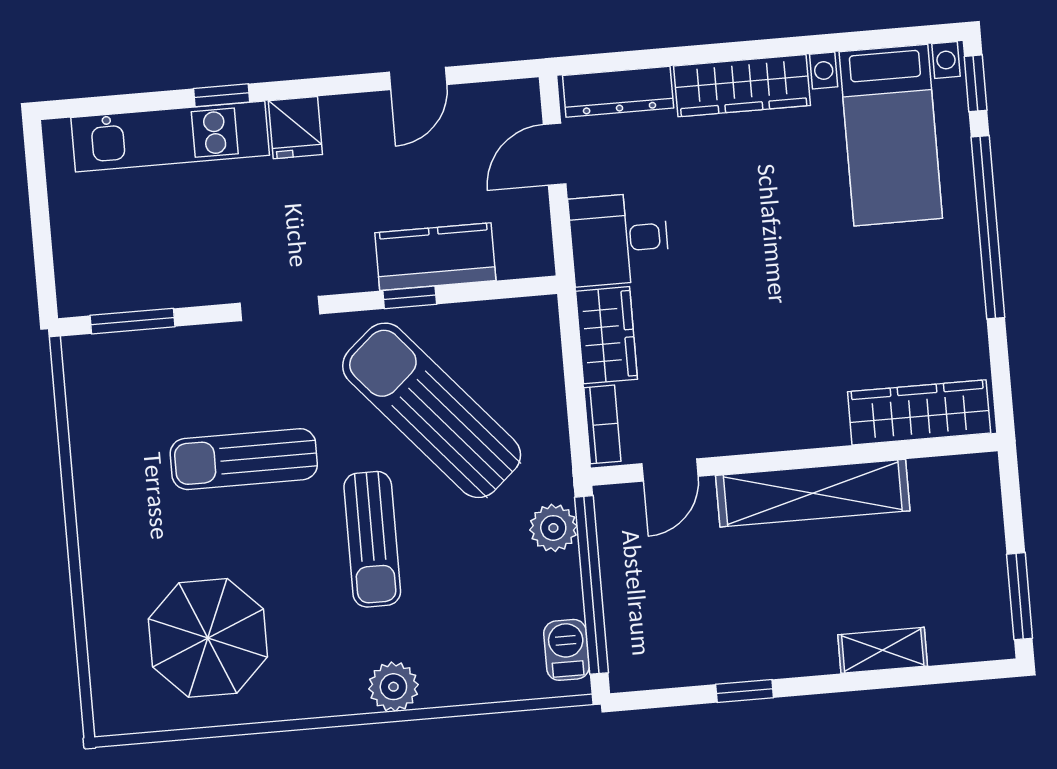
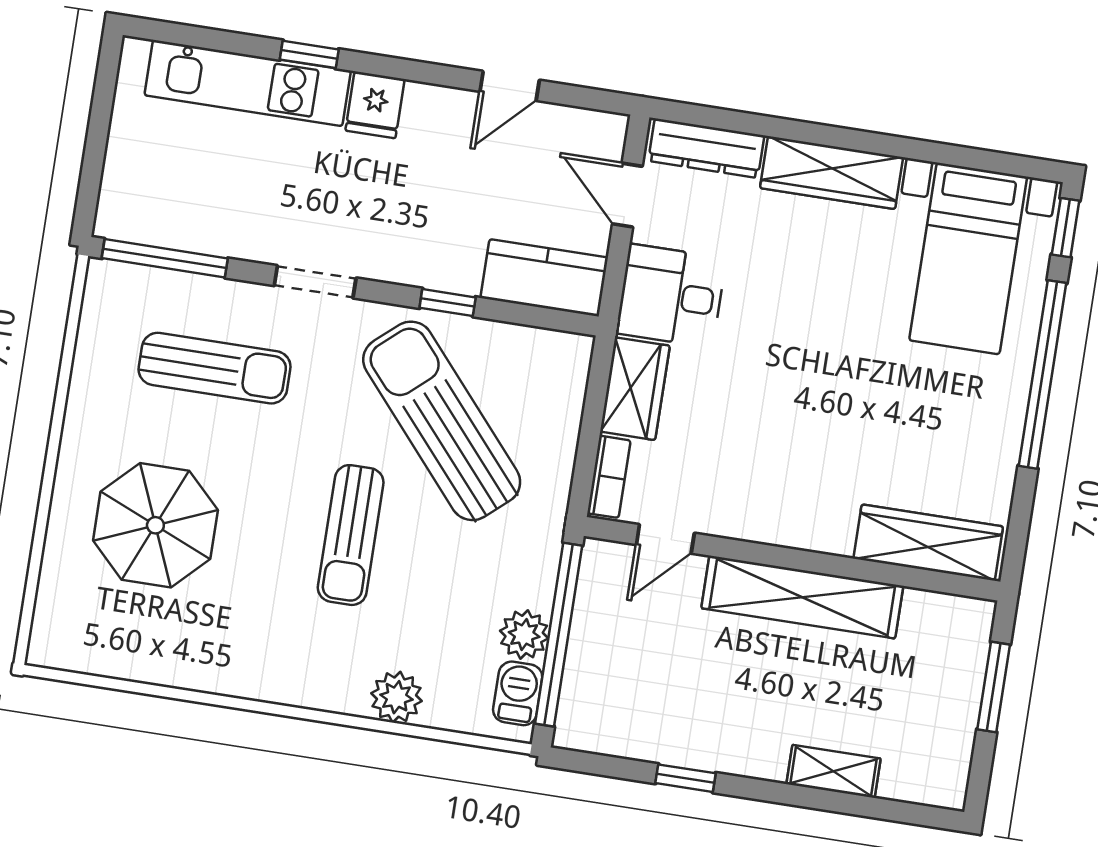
door: (555, 154) -> (627, 195), hinge flipped
kitchen counter: (435, 257) -> (544, 278), moved
window: (133, 321) -> (165, 258), width x1.44
sun lounger: (244, 459) -> (215, 368), moved, turned 180
plant: (553, 528) -> (524, 635), moved
window: (1020, 596) -> (994, 687), moved
parasol: (208, 638) -> (155, 525), moved
plant: (393, 687) -> (396, 697), moved

